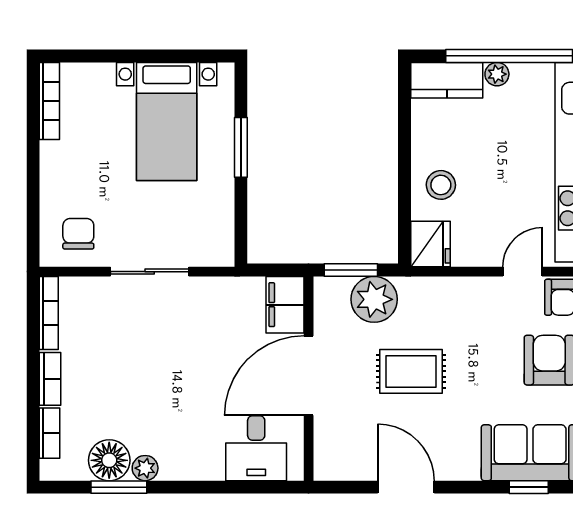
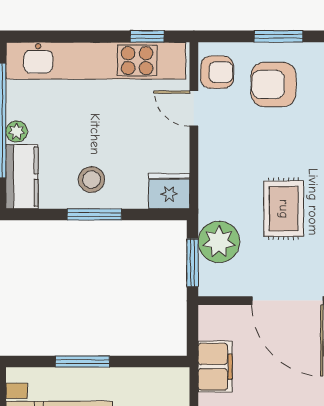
window: (405, 161) -> (94, 214), added
stool: (441, 185) -> (91, 180), moved
filing cabinet: (285, 305) -> (215, 367), moved, turned -90

